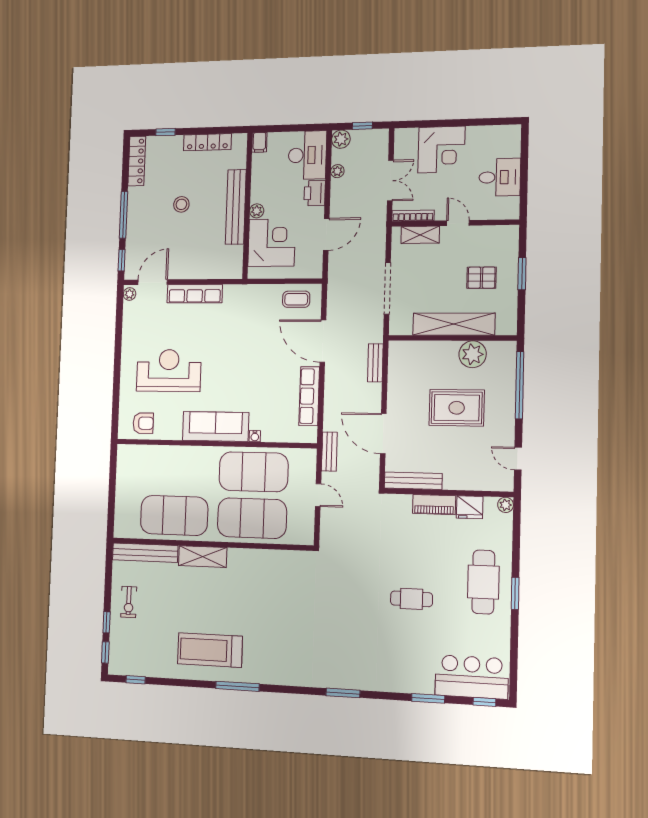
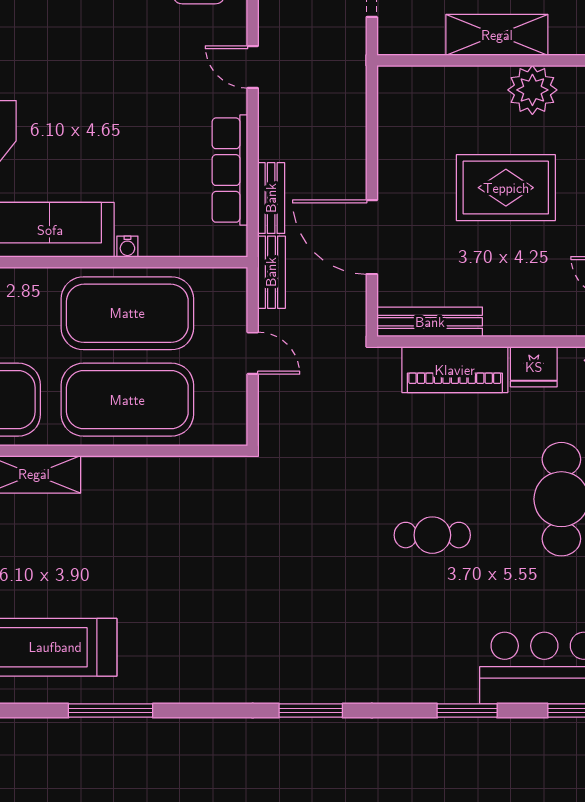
shelving: (454, 324) -> (497, 35), width x0.68
door: (323, 341) -> (253, 67), width x0.53
bench: (375, 363) -> (271, 198), moved
piano: (434, 505) -> (455, 370), width x1.37, depth x1.33

